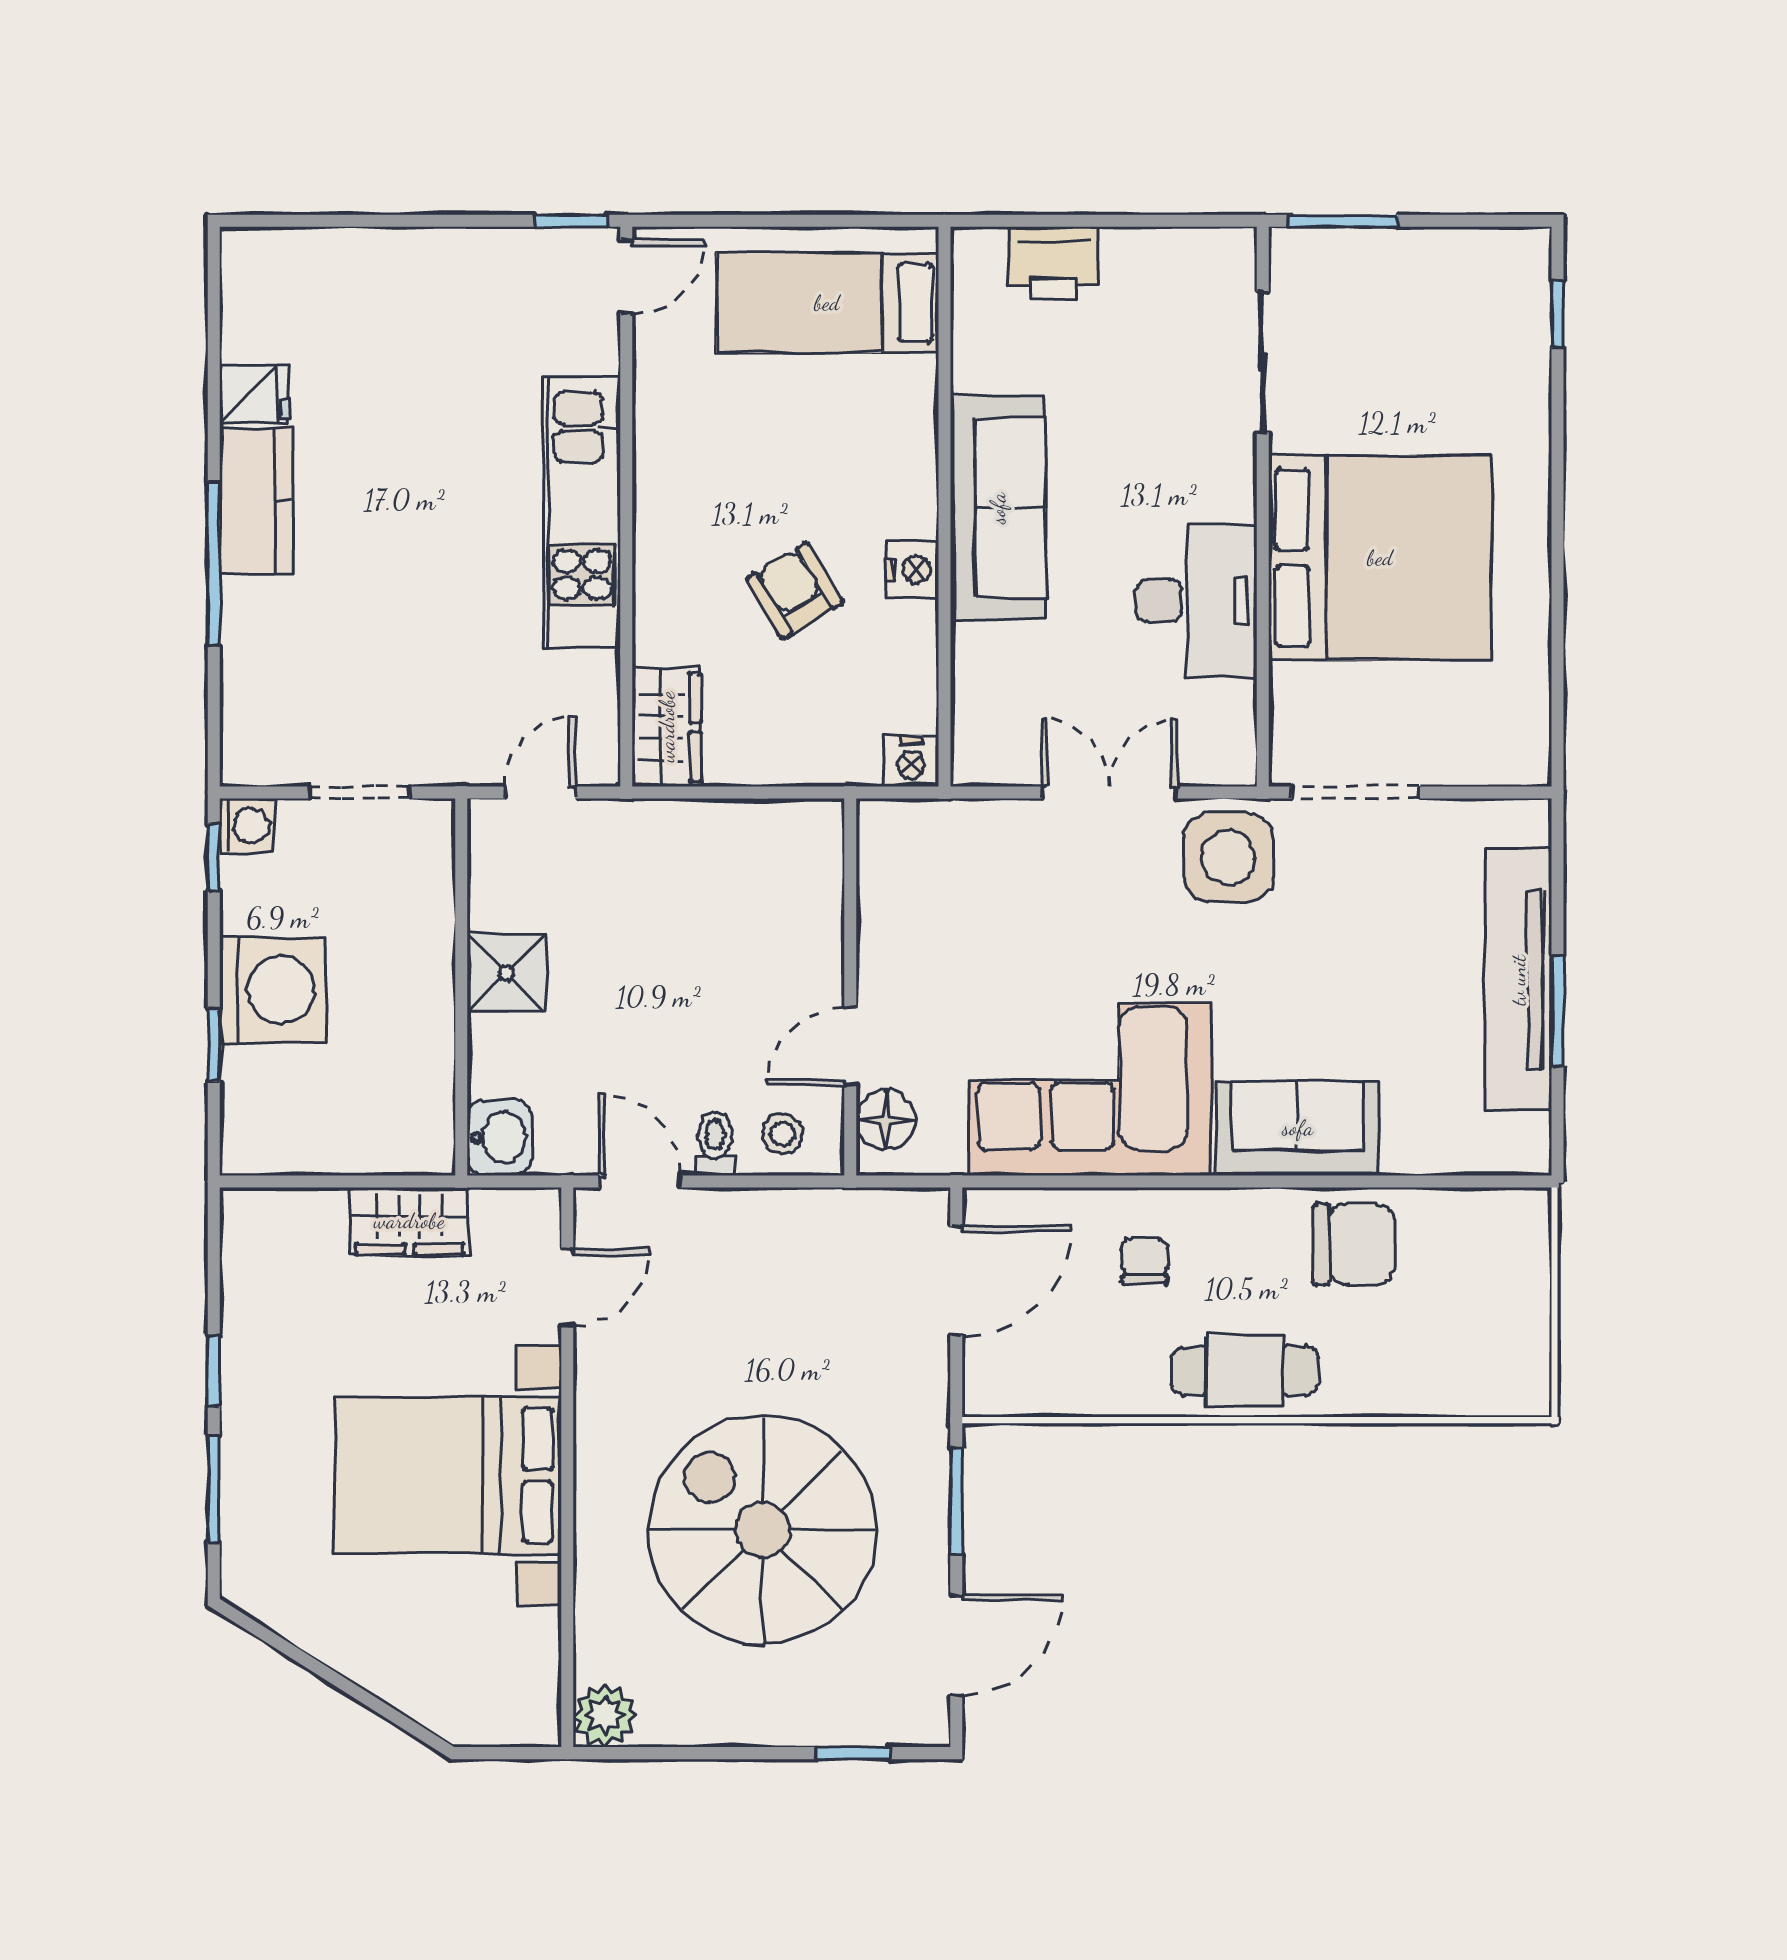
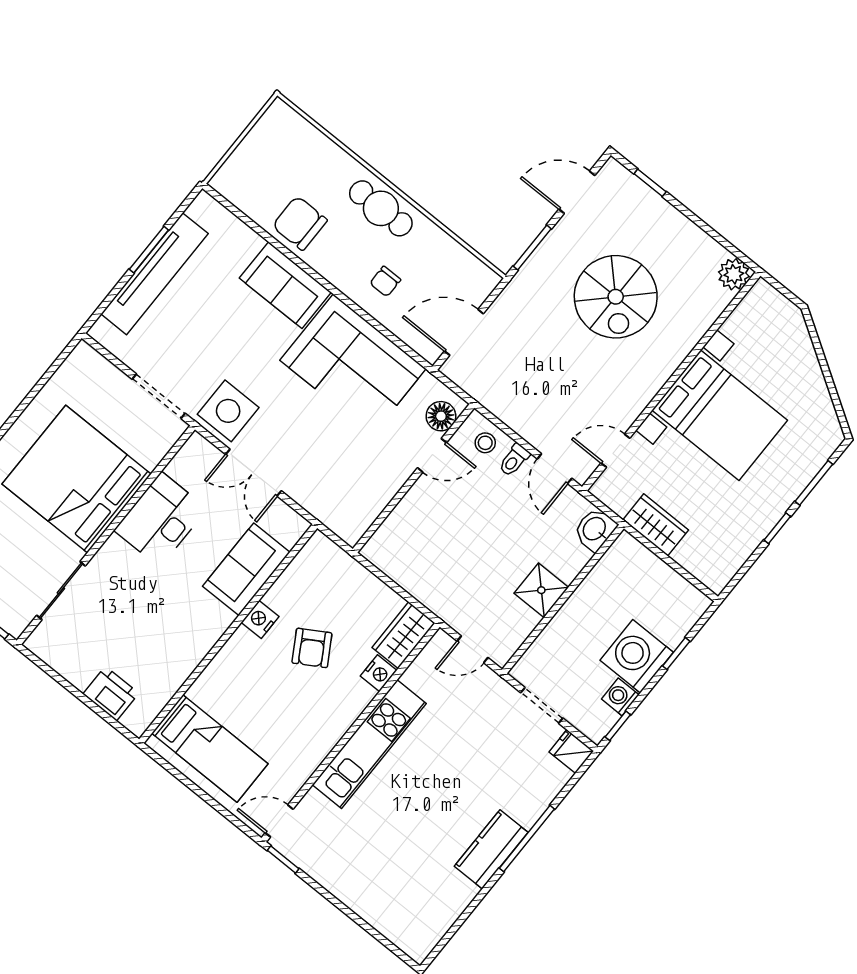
fridge: (254, 394) -> (571, 751), moved
sofa: (998, 508) -> (246, 569), moved, width x0.73
nightstand: (911, 761) -> (379, 673), moved, turned 90
washing machine: (247, 826) -> (620, 697), moved
spiral stairs: (762, 1530) -> (616, 297), width x0.73, depth x0.73

